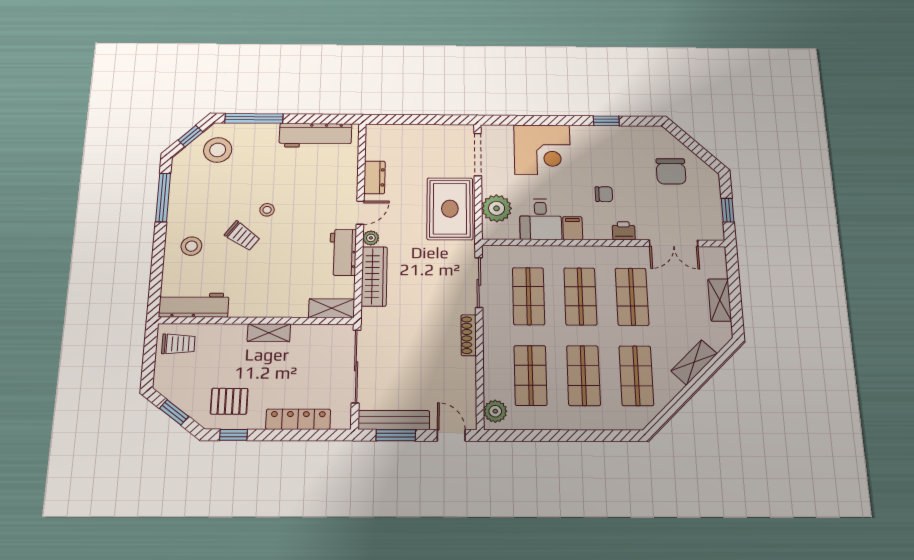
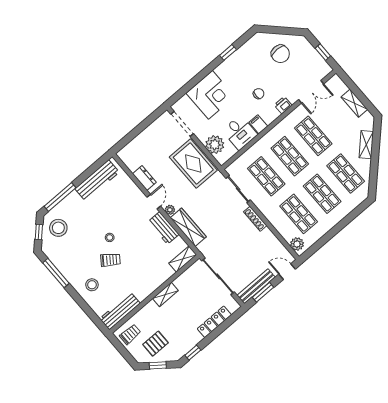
pallet: (229, 401) -> (156, 344), moved

